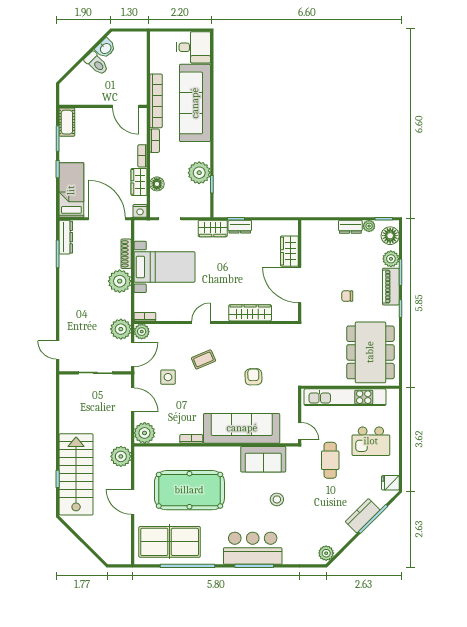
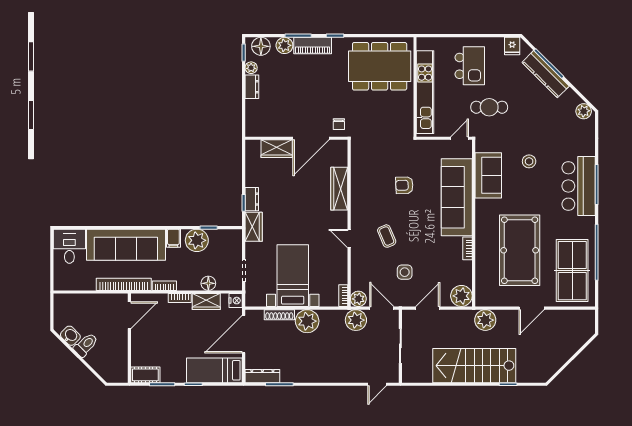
filing cabinet: (201, 150) -> (173, 238), added
chair: (347, 296) -> (339, 124), moved
stairs: (76, 474) -> (474, 366), moved
kitchen counter: (363, 516) -> (546, 74), width x1.50

